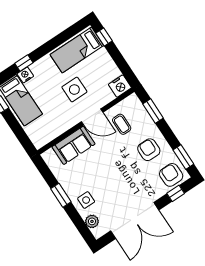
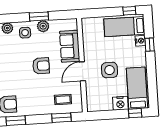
nightstand: (120, 86) -> (120, 103), moved, turned -90
coffee table: (122, 124) -> (63, 100), moved
armchair: (149, 150) -> (41, 66), moved
plant: (68, 185) -> (43, 26), added

